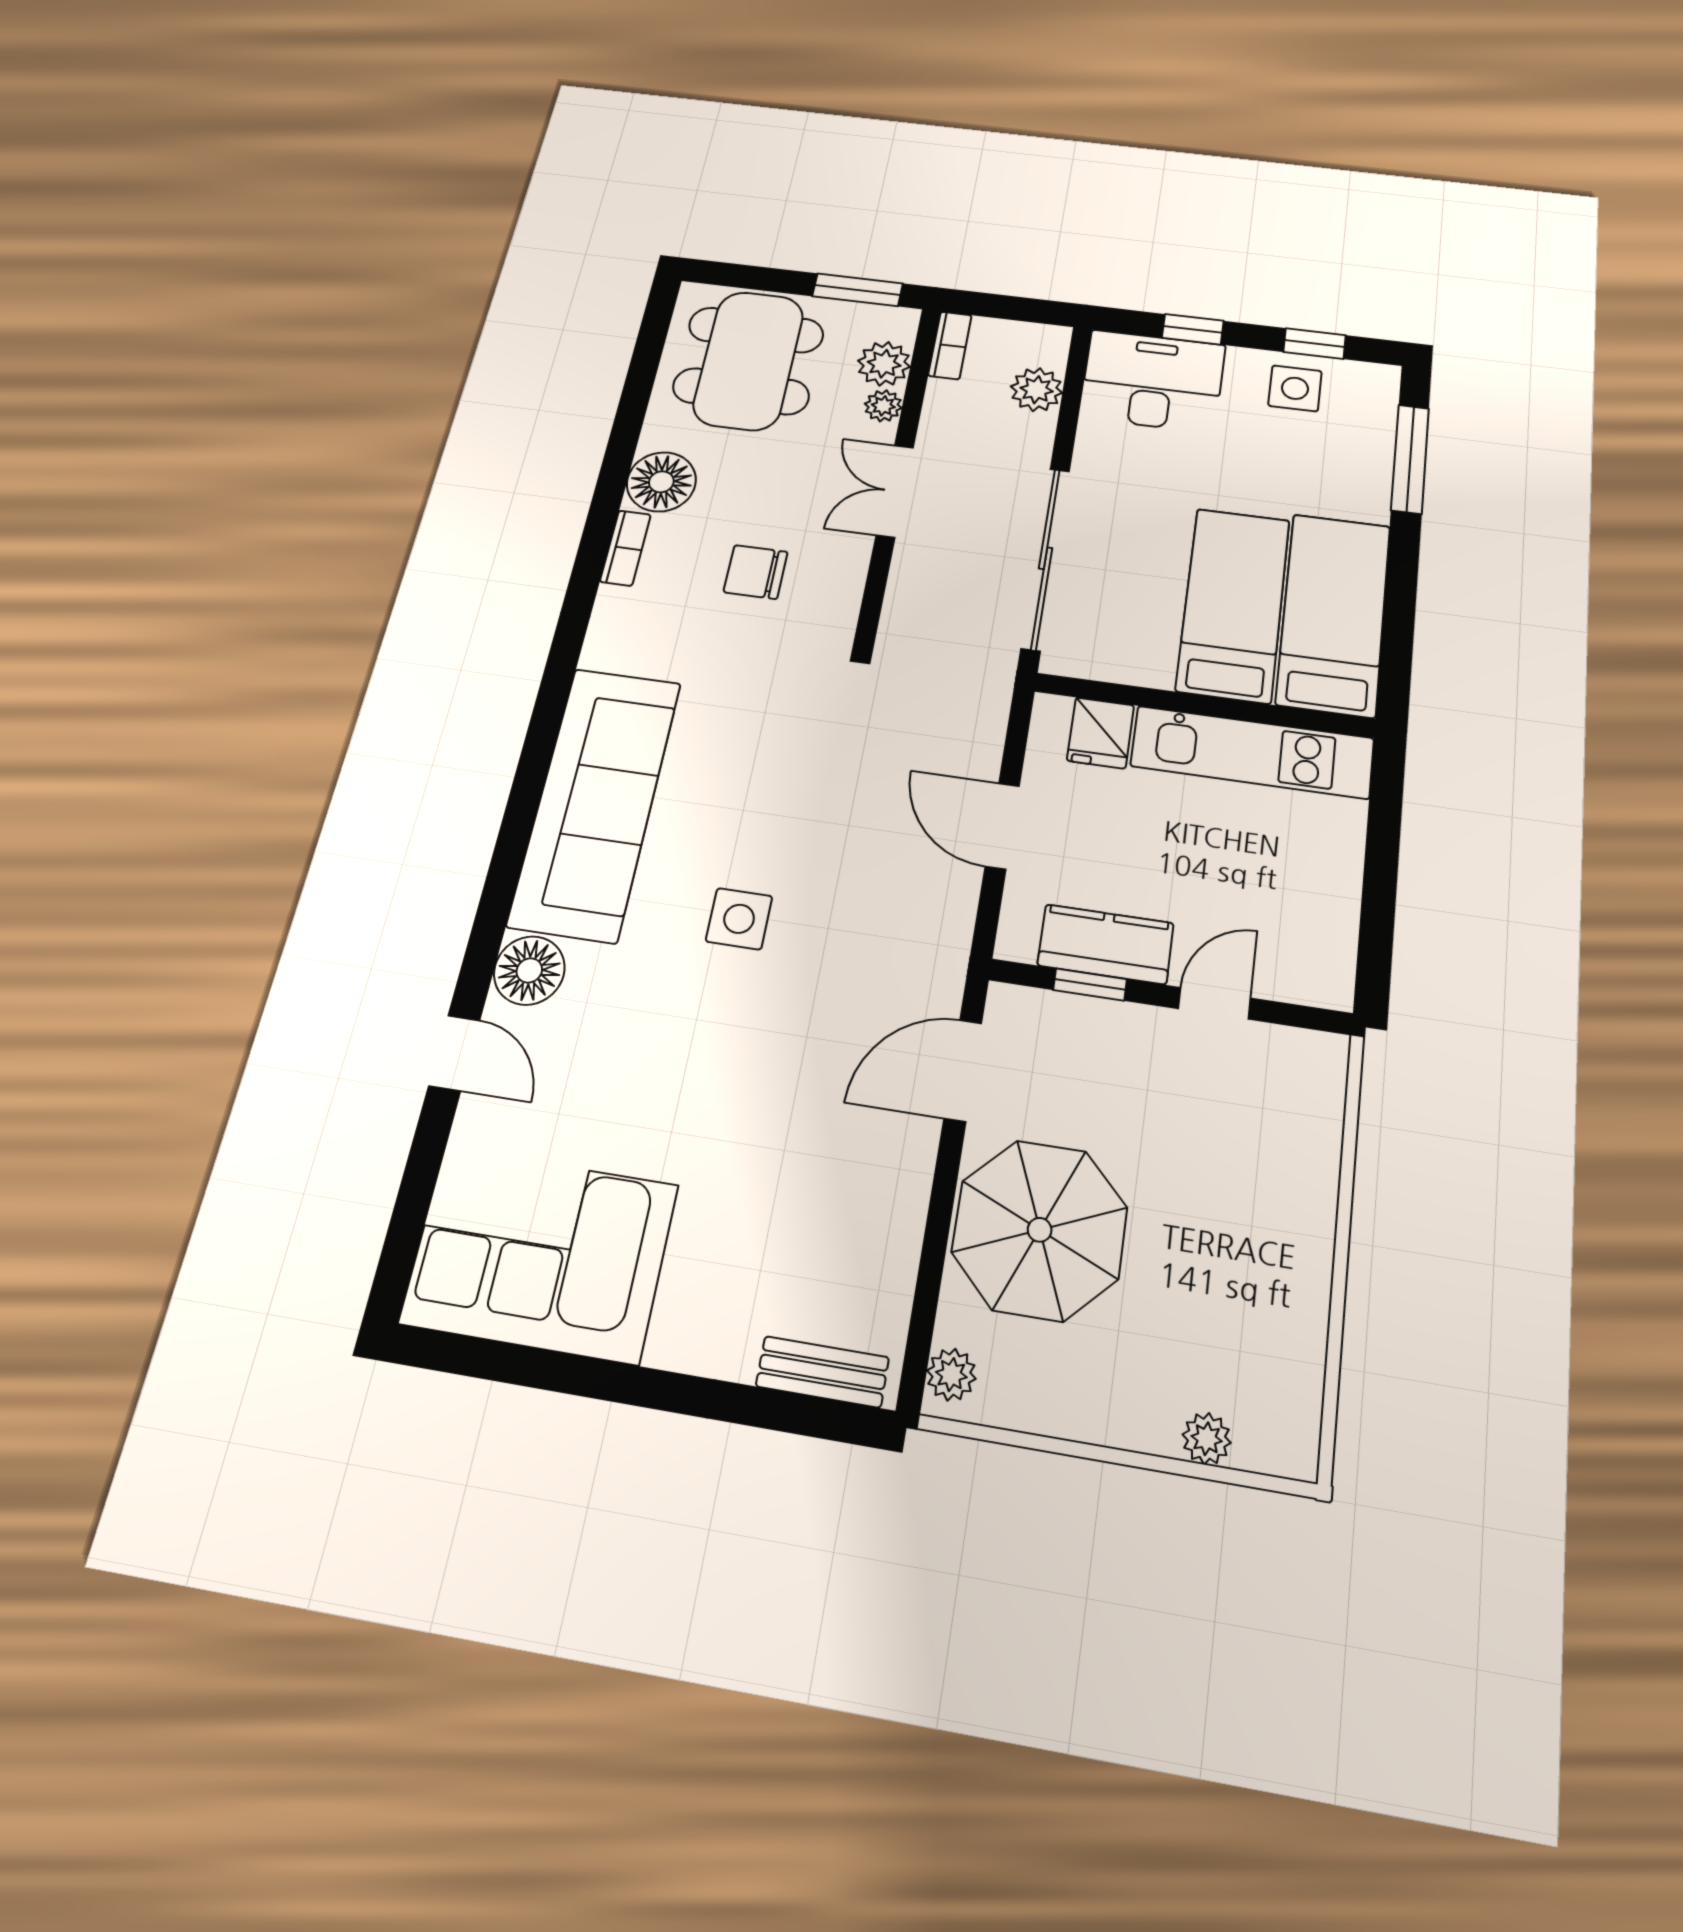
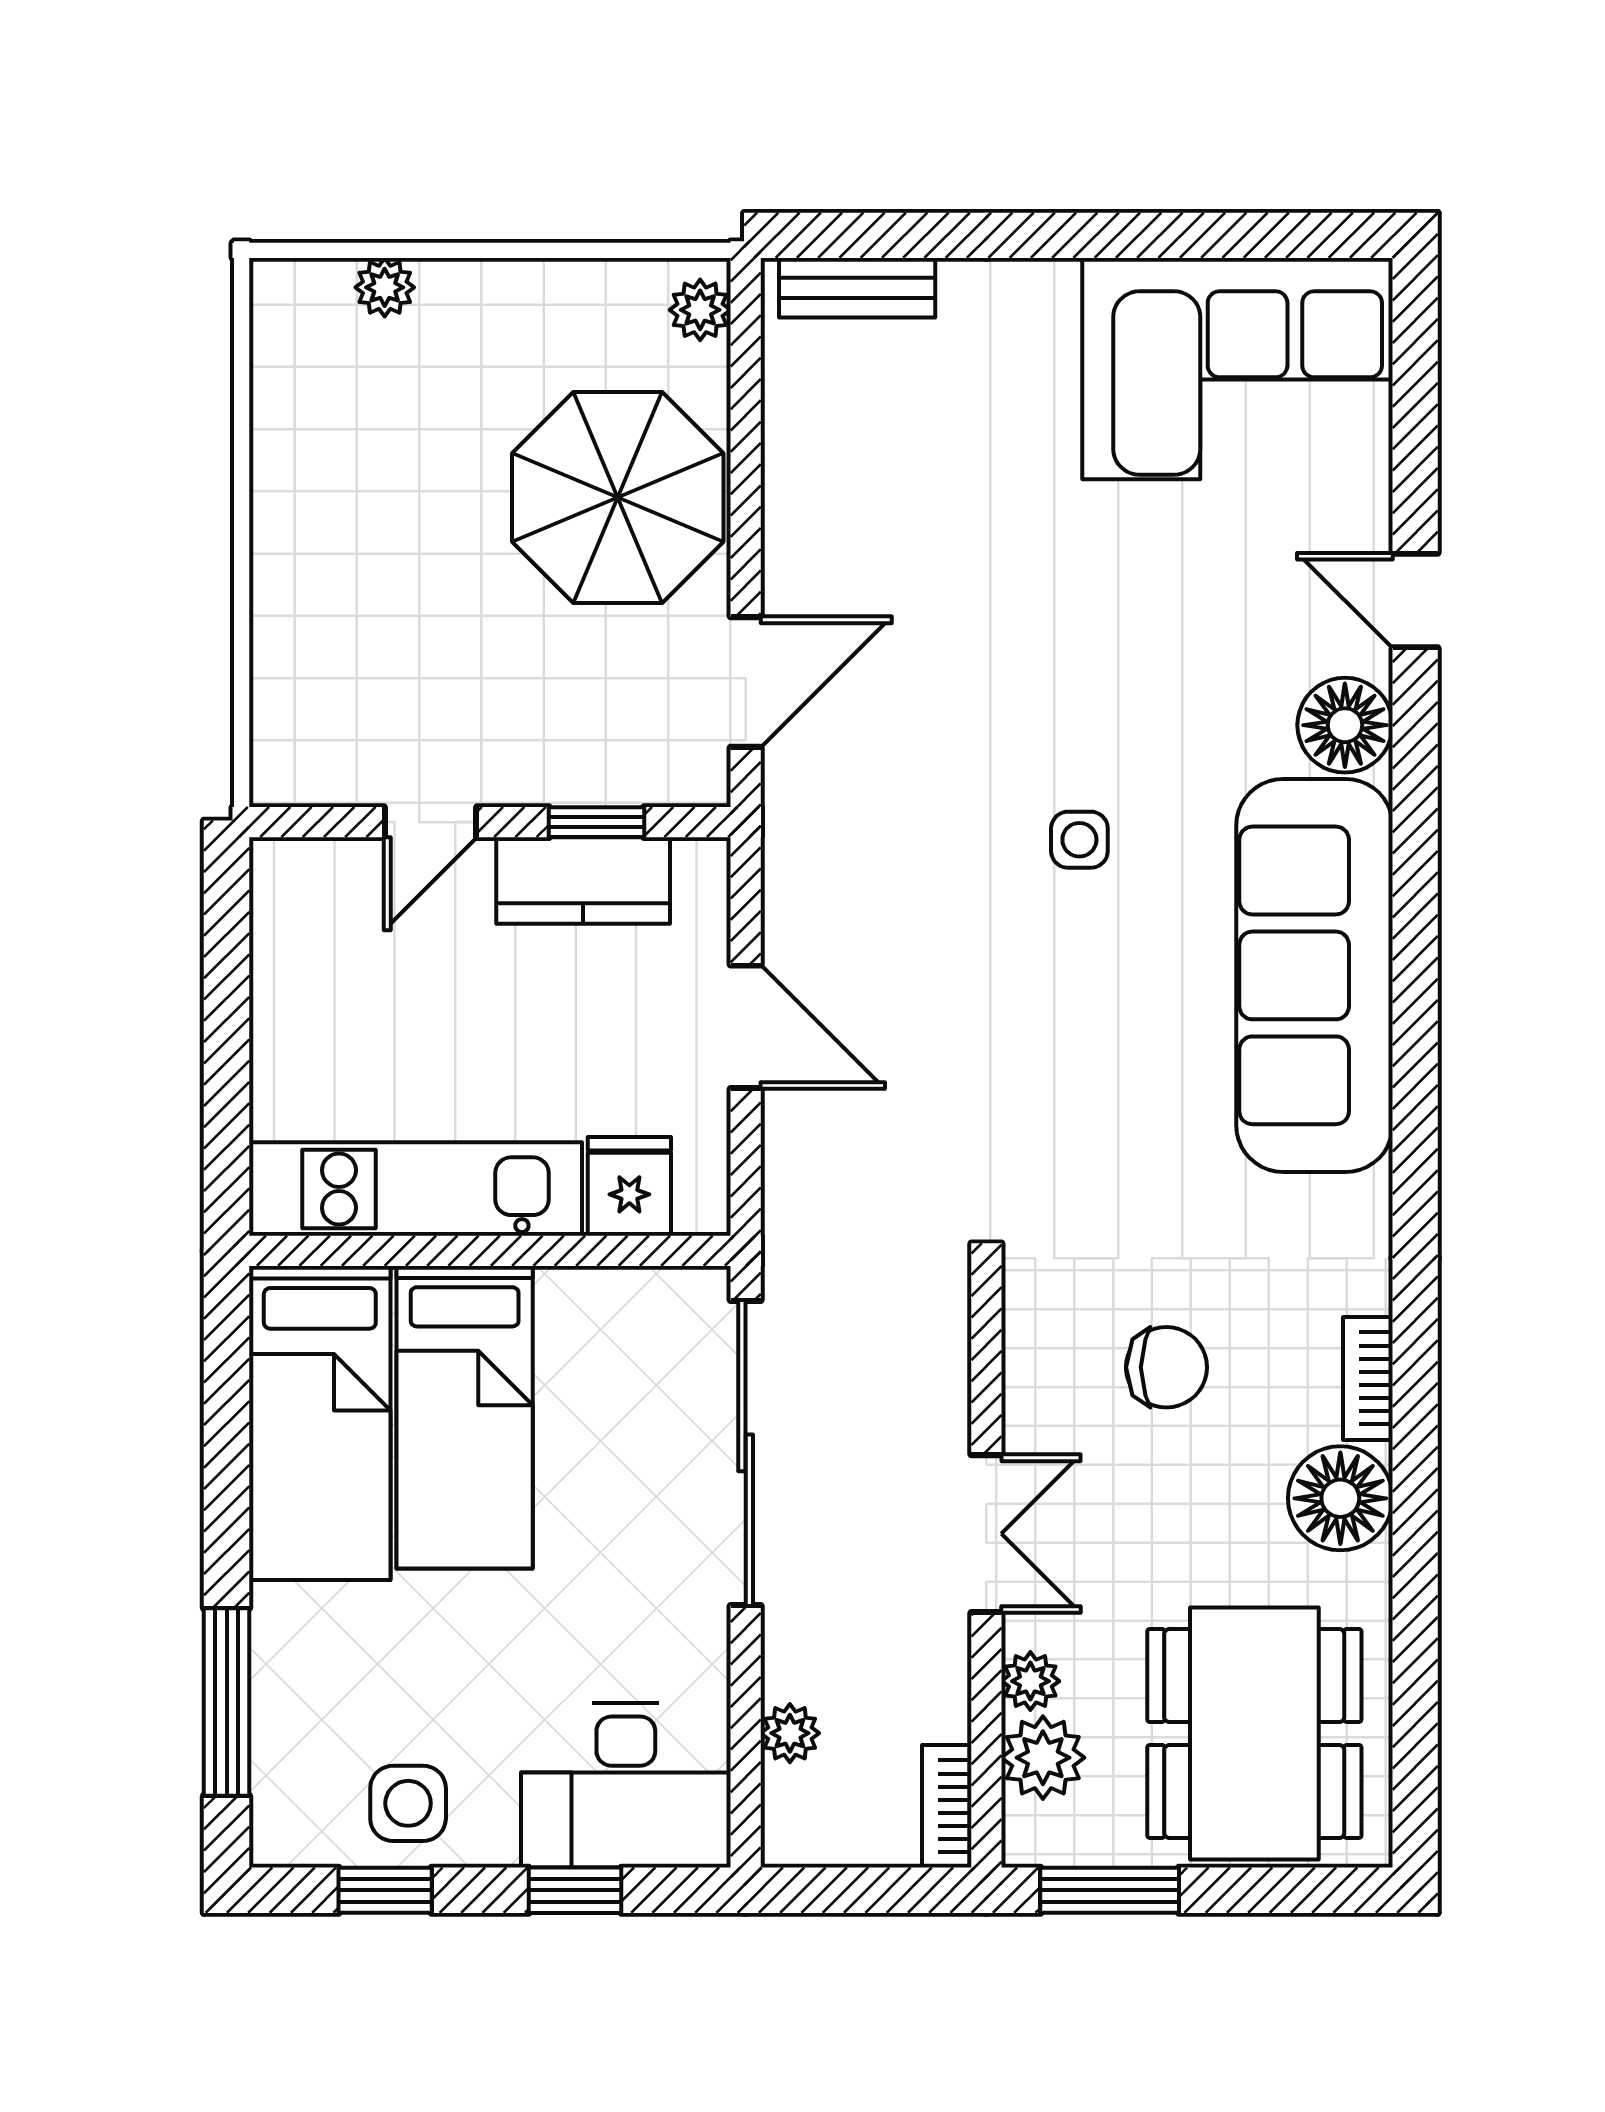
plant: (1037, 390) -> (790, 1733), width x0.73, depth x0.73
side table: (739, 919) -> (1079, 840), width x0.73, depth x0.73

